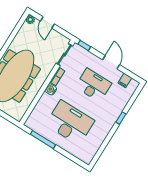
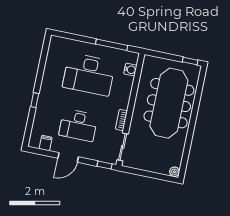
door: (47, 22) -> (155, 175), removed
door: (111, 62) -> (68, 157), hinge flipped
water cooler: (51, 89) -> (130, 70), moved

